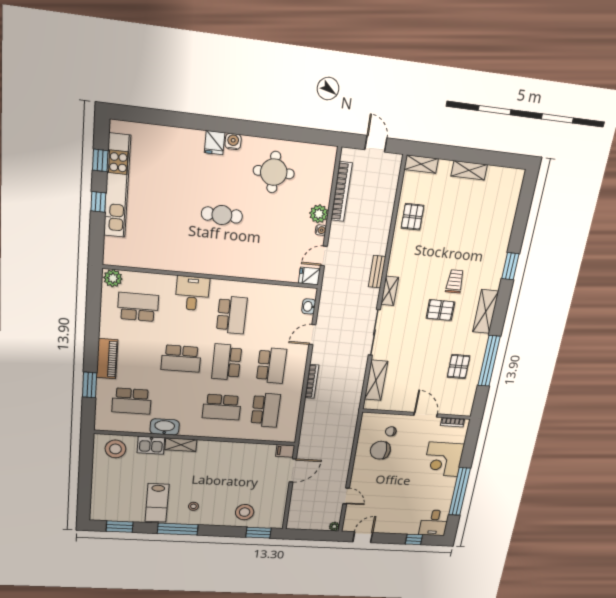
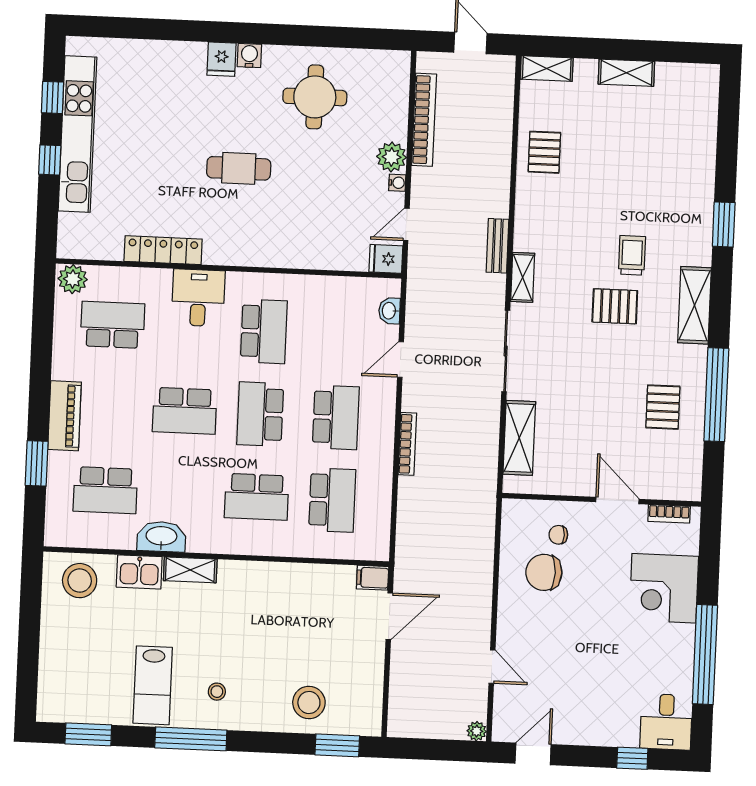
locker: (171, 263) -> (163, 250), added

